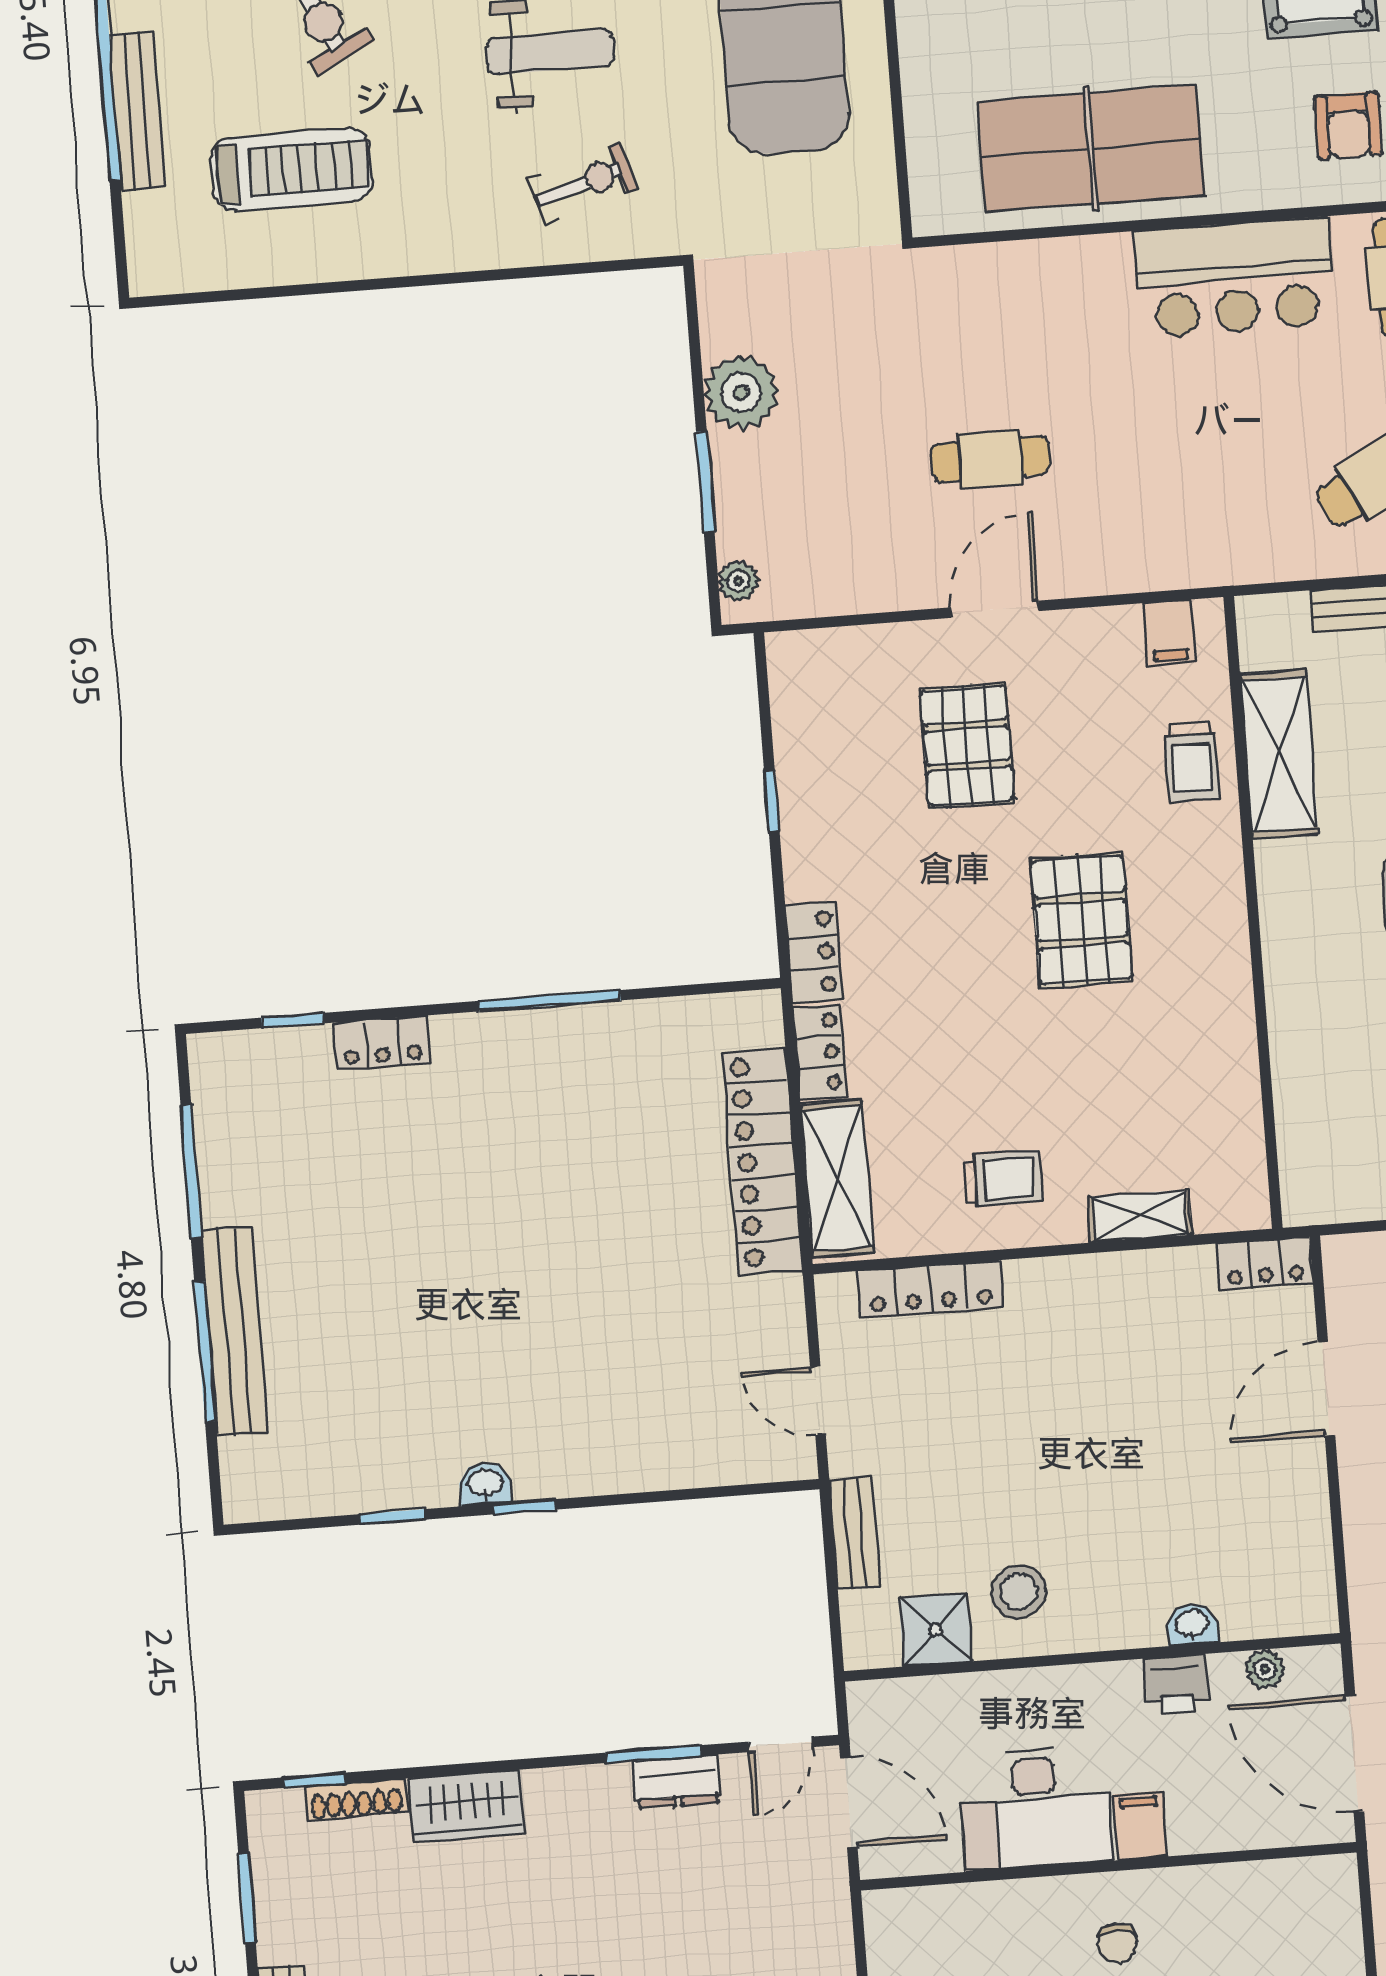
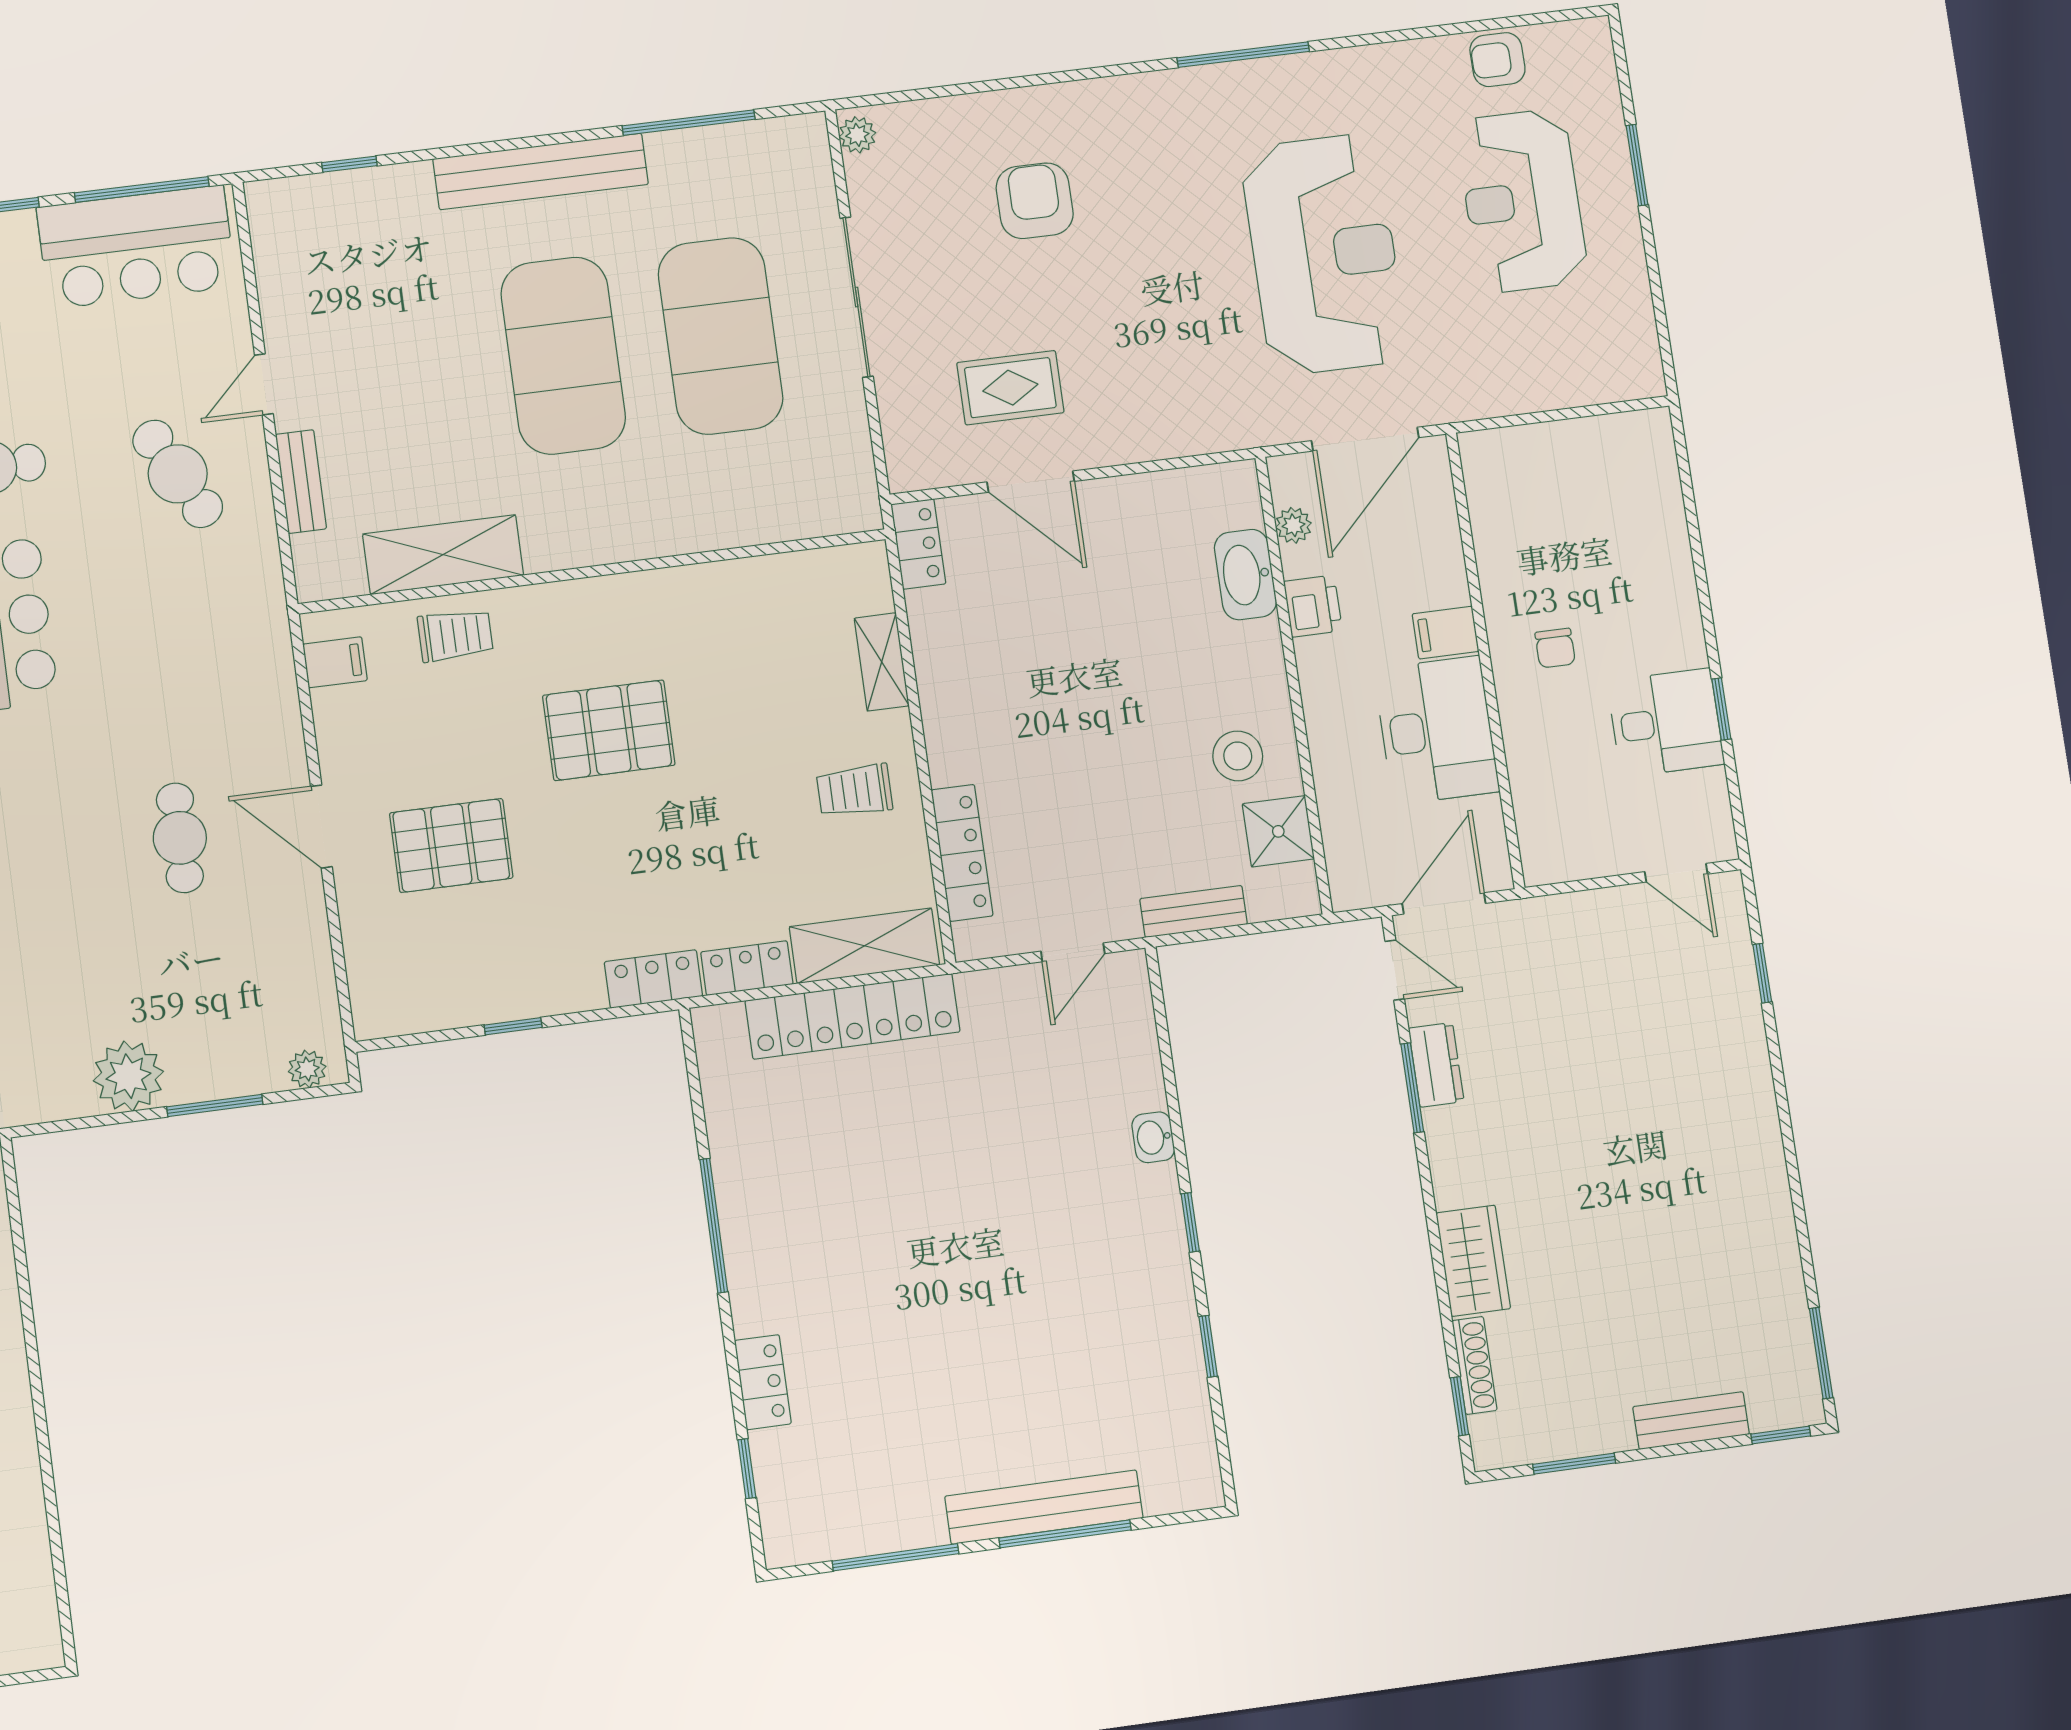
trolley: (1003, 1178) -> (855, 791), turned -90
washbasin: (485, 1483) -> (1153, 1137), moved
washbasin: (1192, 1624) -> (1245, 575), width x1.91, depth x1.45
chair: (1117, 1943) -> (1555, 648), turned 90

